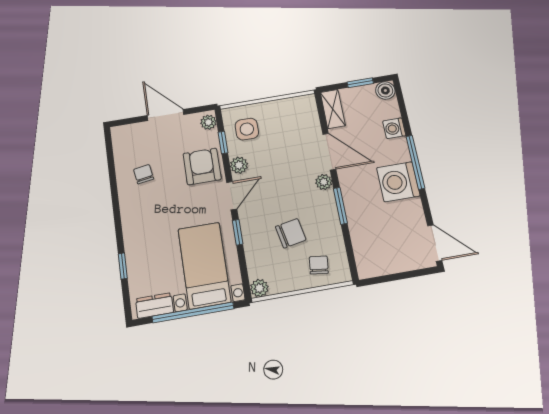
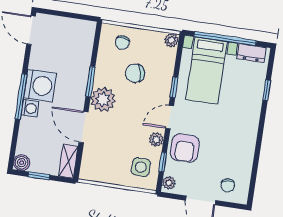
washing machine: (394, 128) -> (30, 108), moved
chair: (144, 174) -> (228, 185), moved
plant: (324, 182) -> (103, 100), width x1.88, depth x1.88

